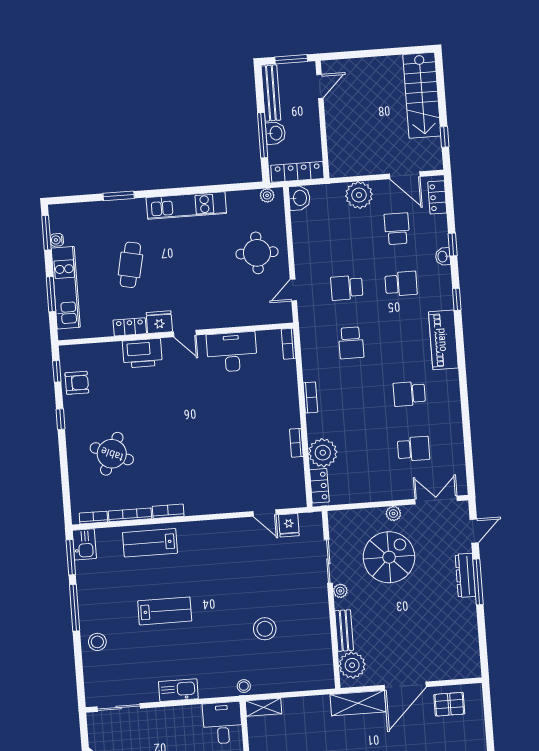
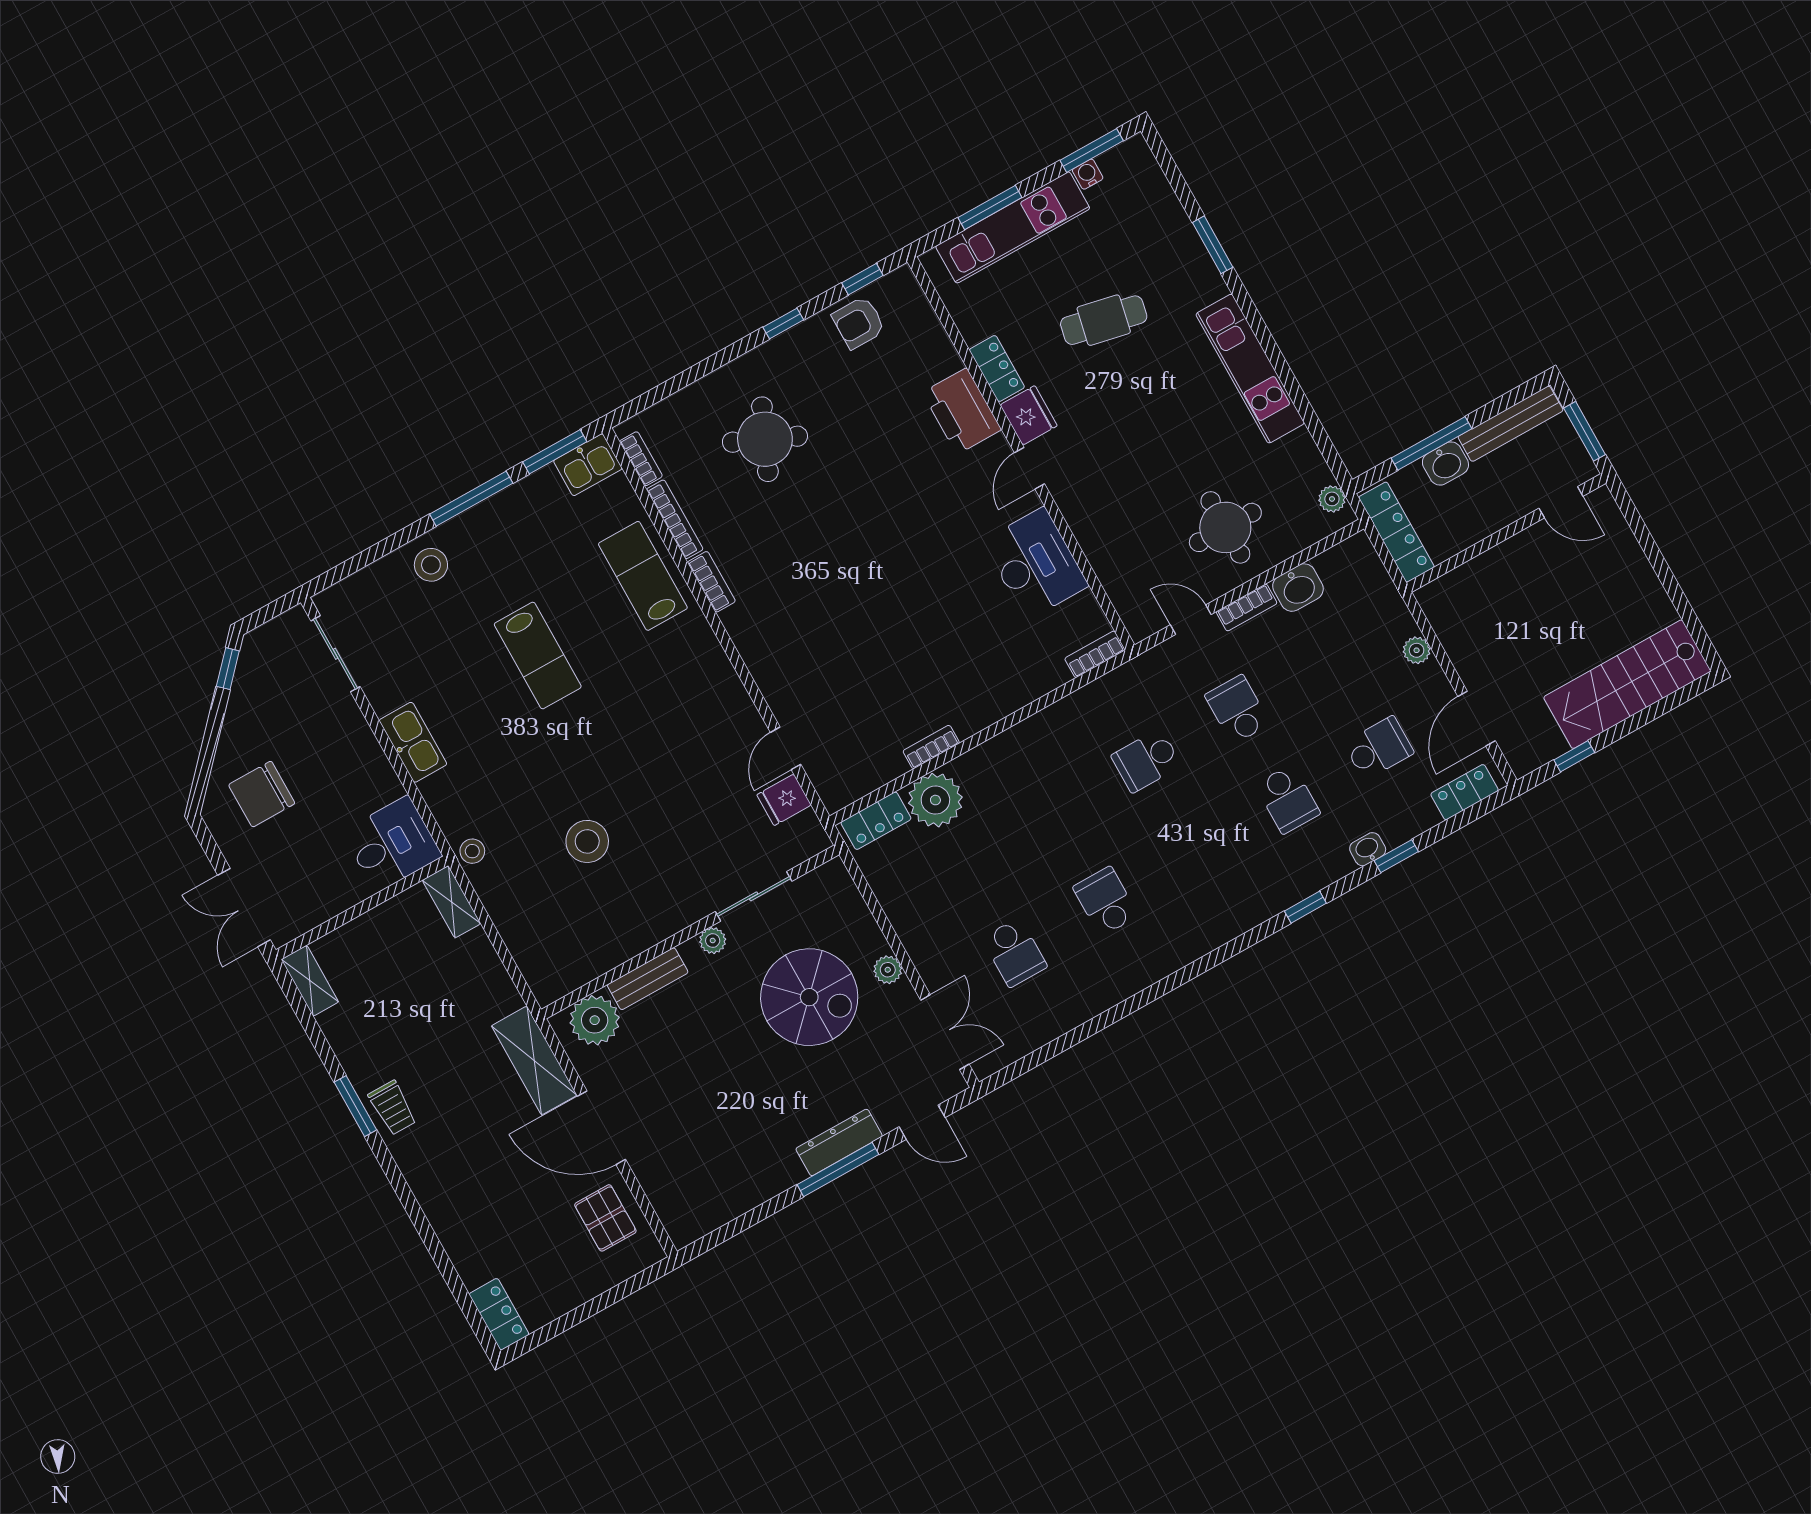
plant: (359, 195) -> (1417, 650), width x0.53, depth x0.53
washbasin: (299, 198) -> (1298, 588), moved
piano: (443, 340) -> (1225, 917), removed
armchair: (77, 383) -> (859, 323), turned 90
bookcase: (310, 397) -> (1247, 607), moved

